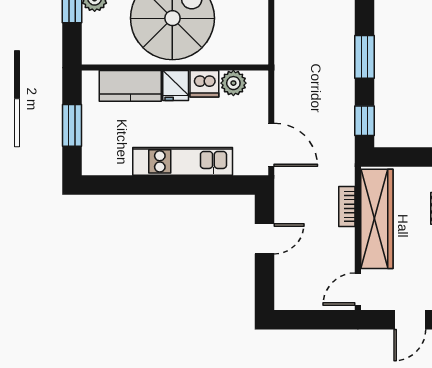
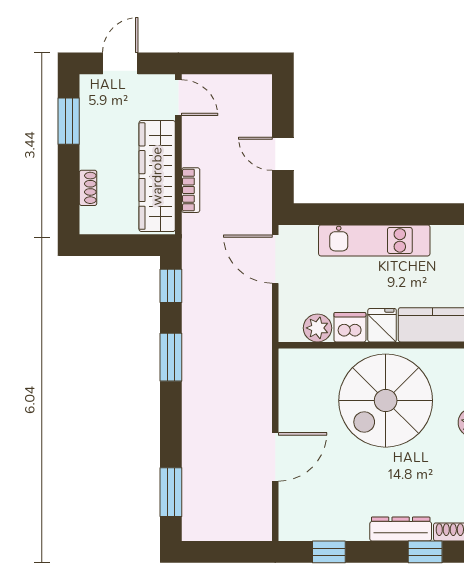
door: (265, 239) -> (283, 154), hinge flipped
door: (358, 289) -> (178, 98), hinge flipped

